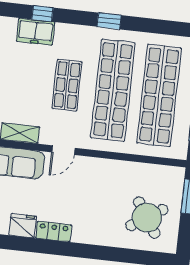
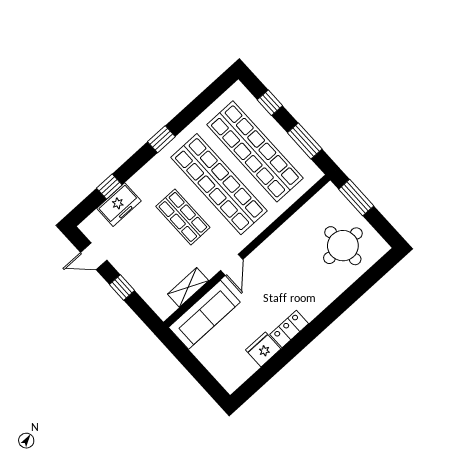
round table: (147, 218) -> (343, 246), turned 33

